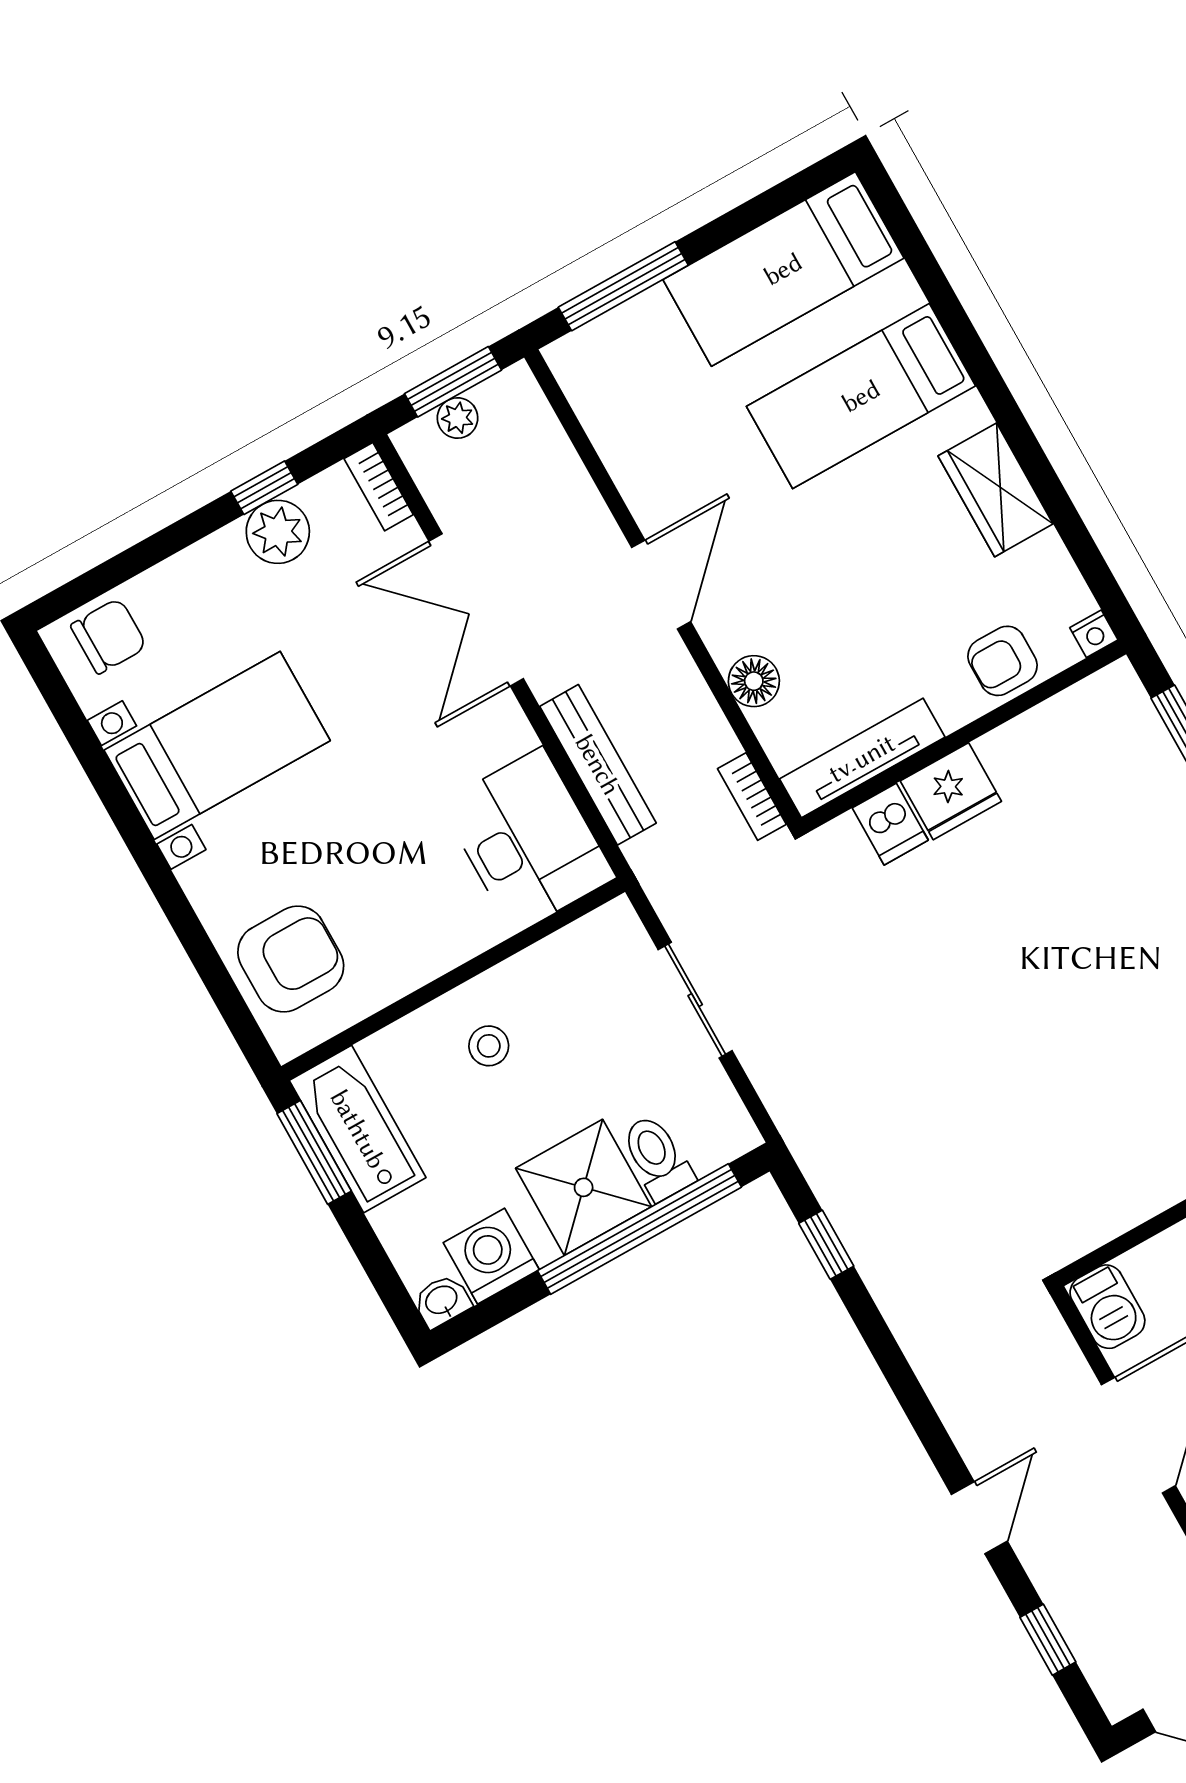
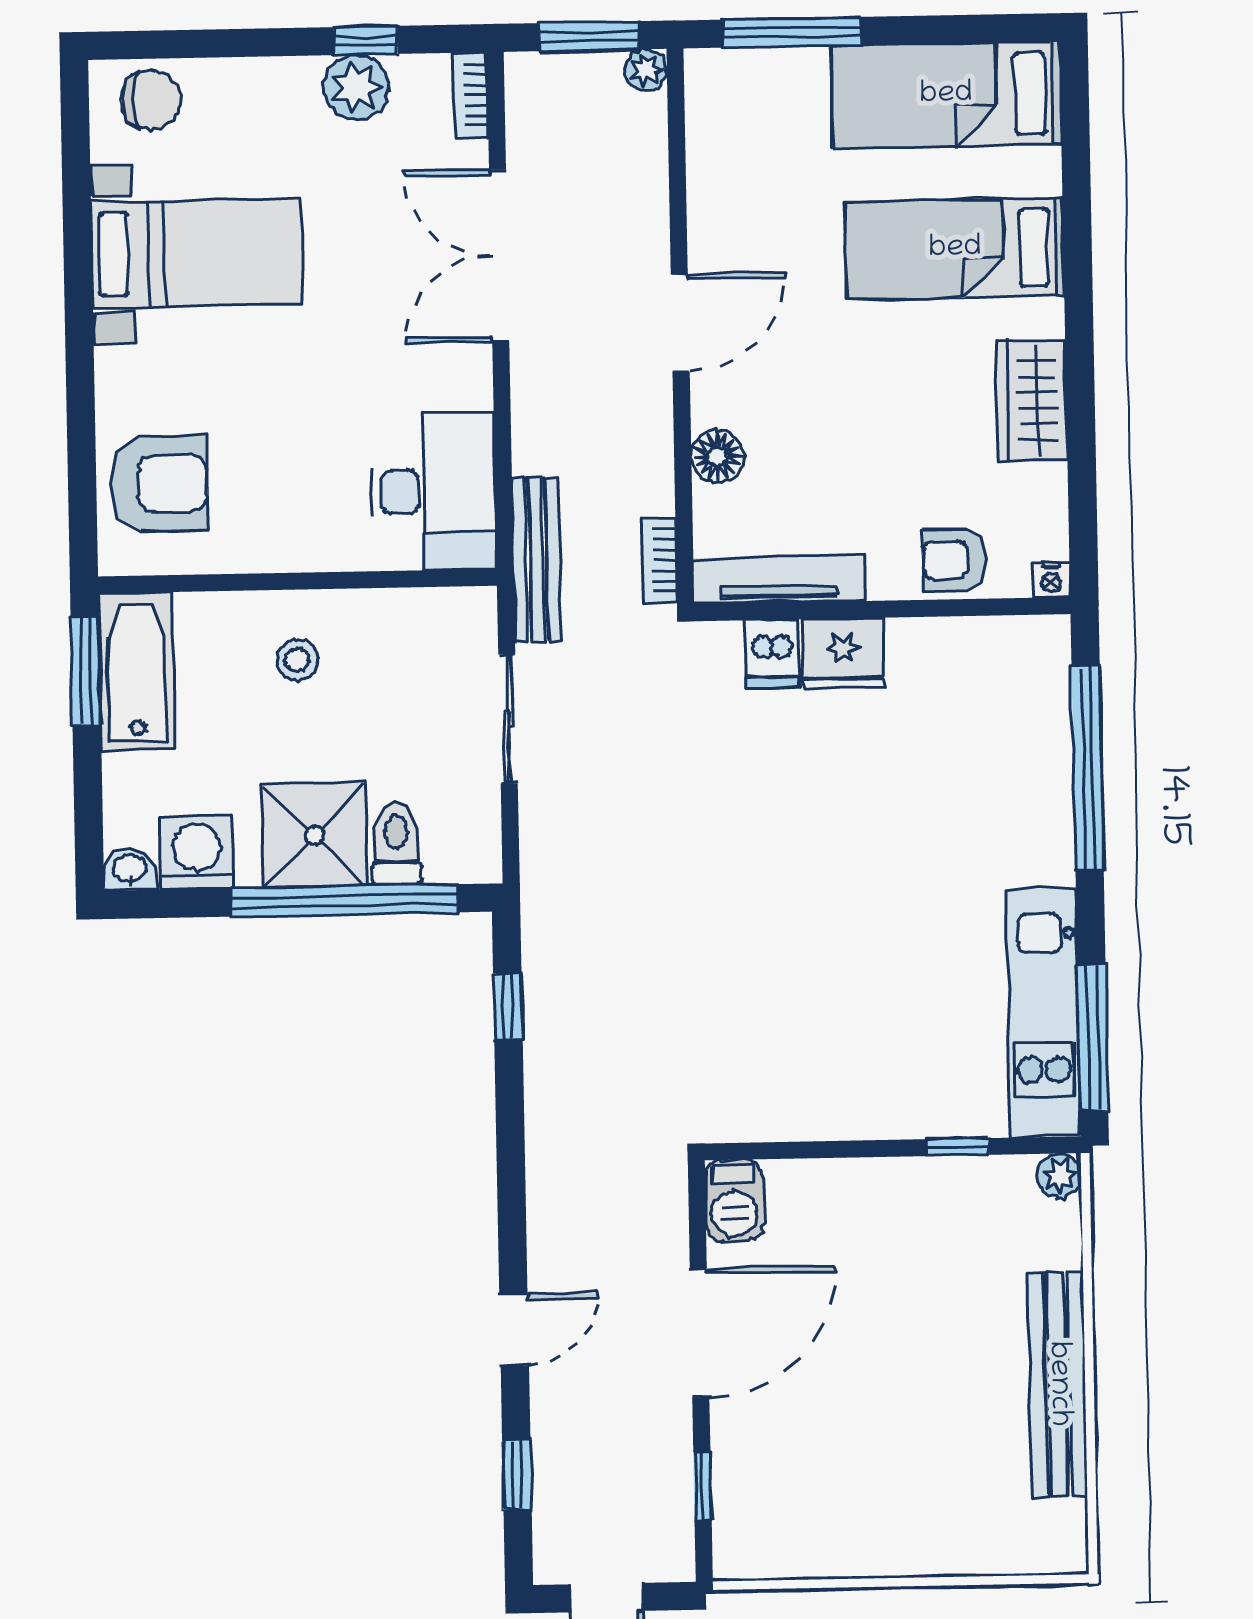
plant: (458, 418) -> (646, 70), moved
bench: (598, 765) -> (536, 560), moved

